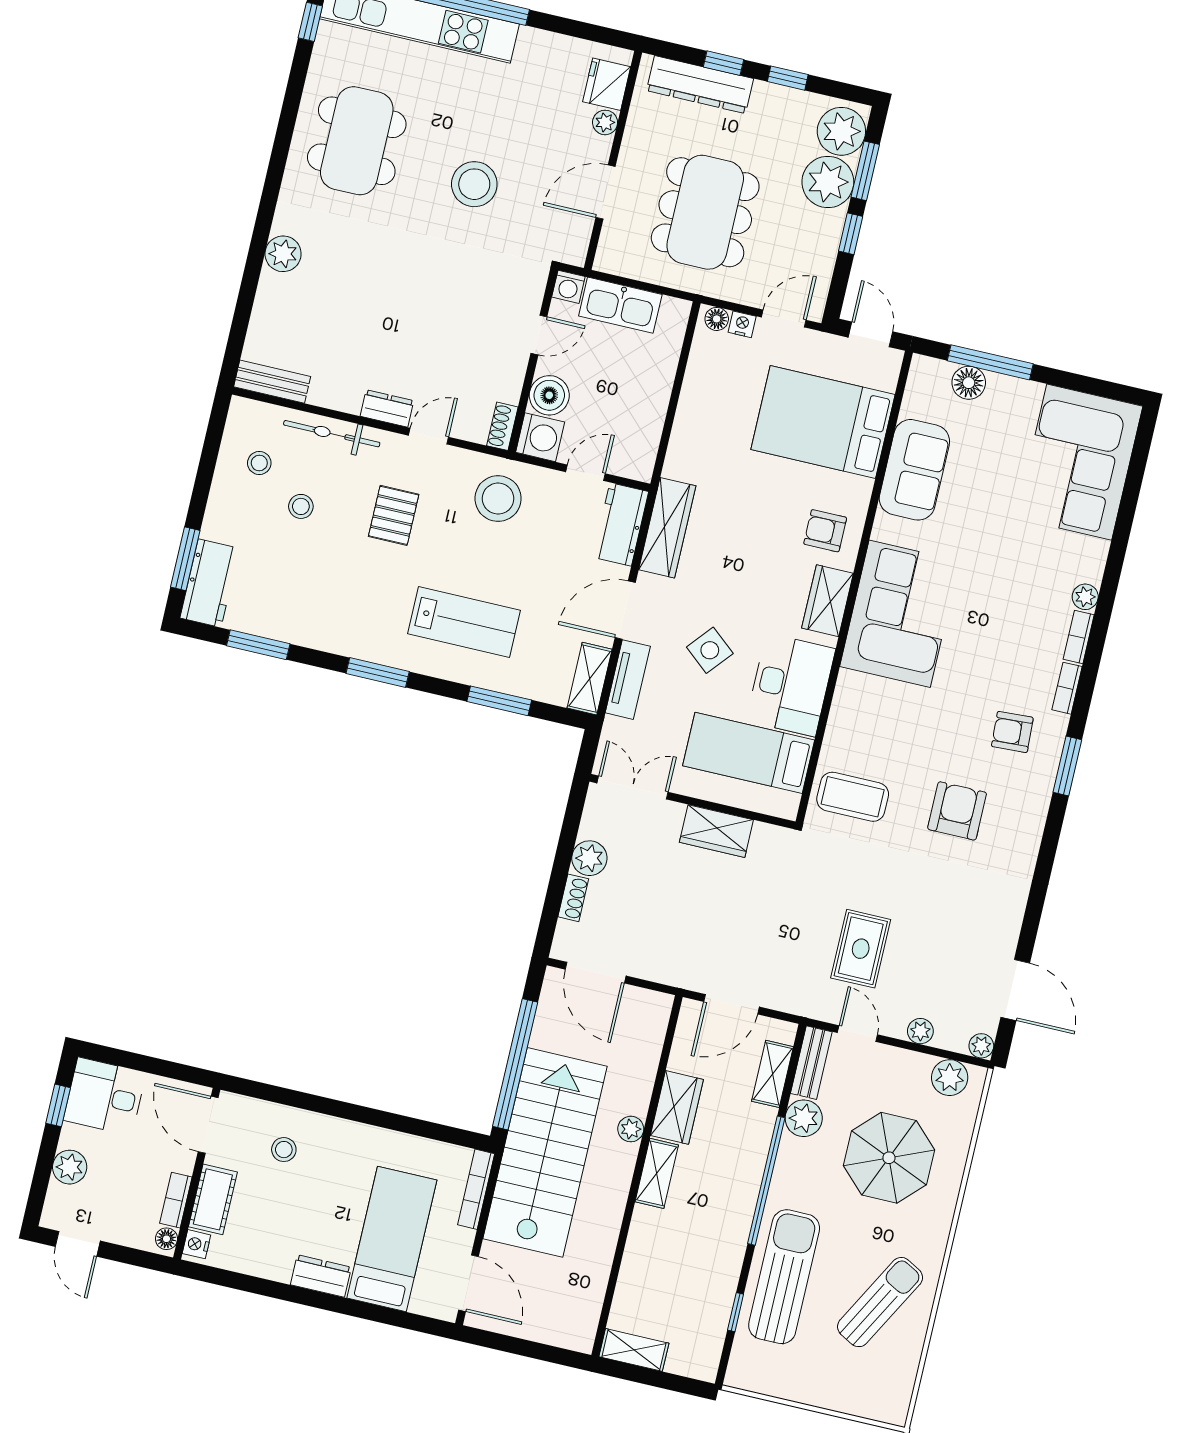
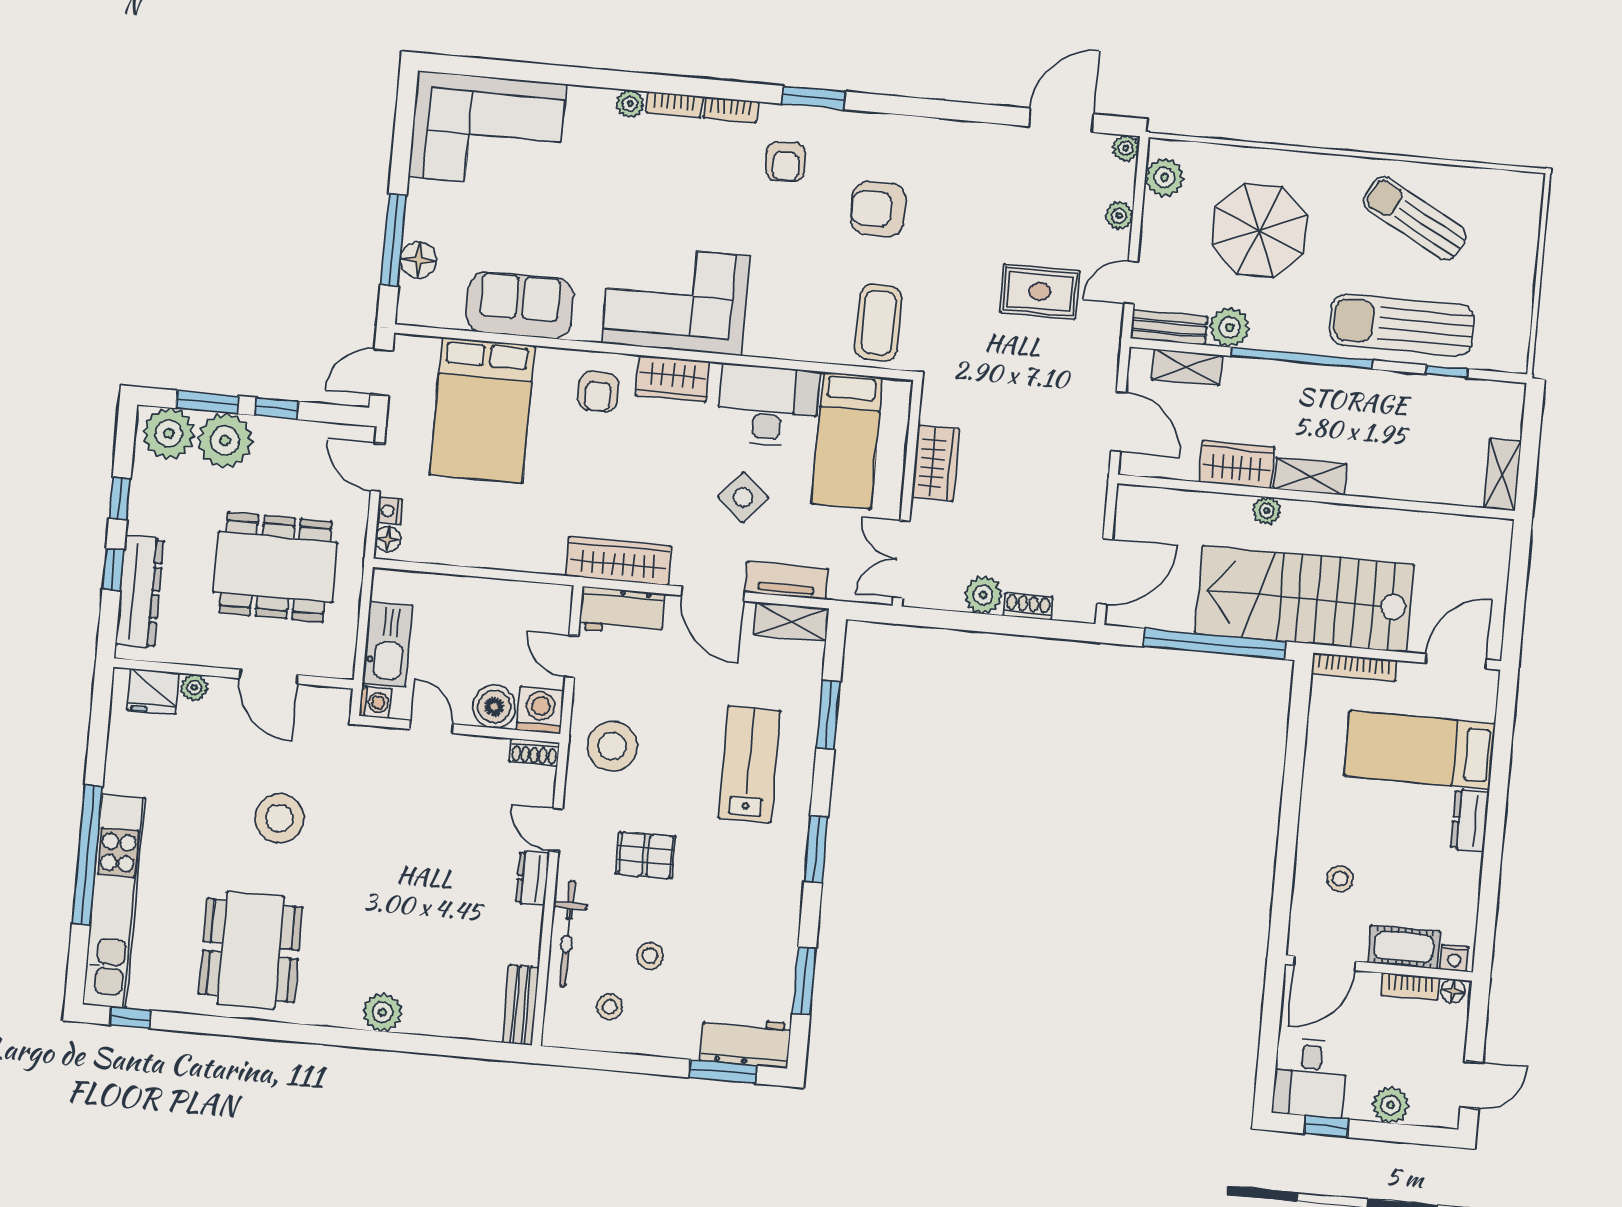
dining table: (357, 141) -> (251, 950), turned 90

